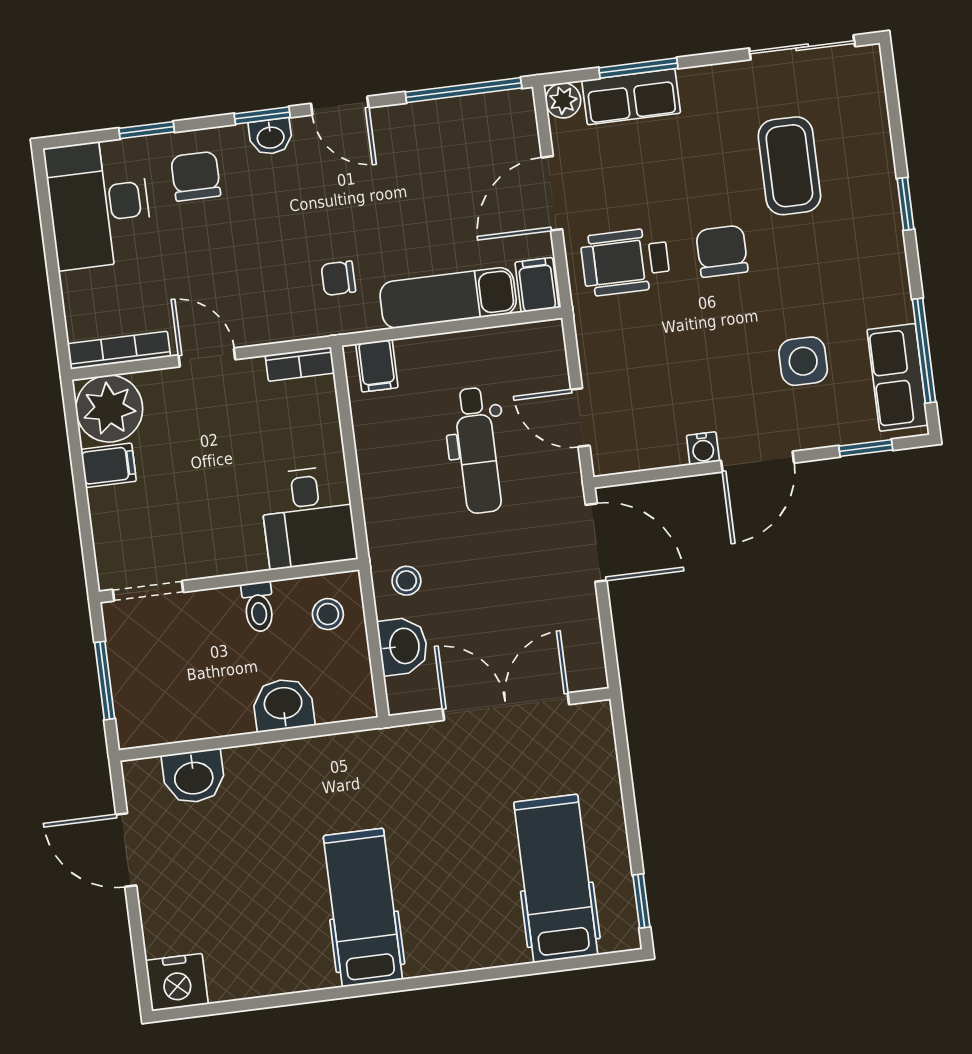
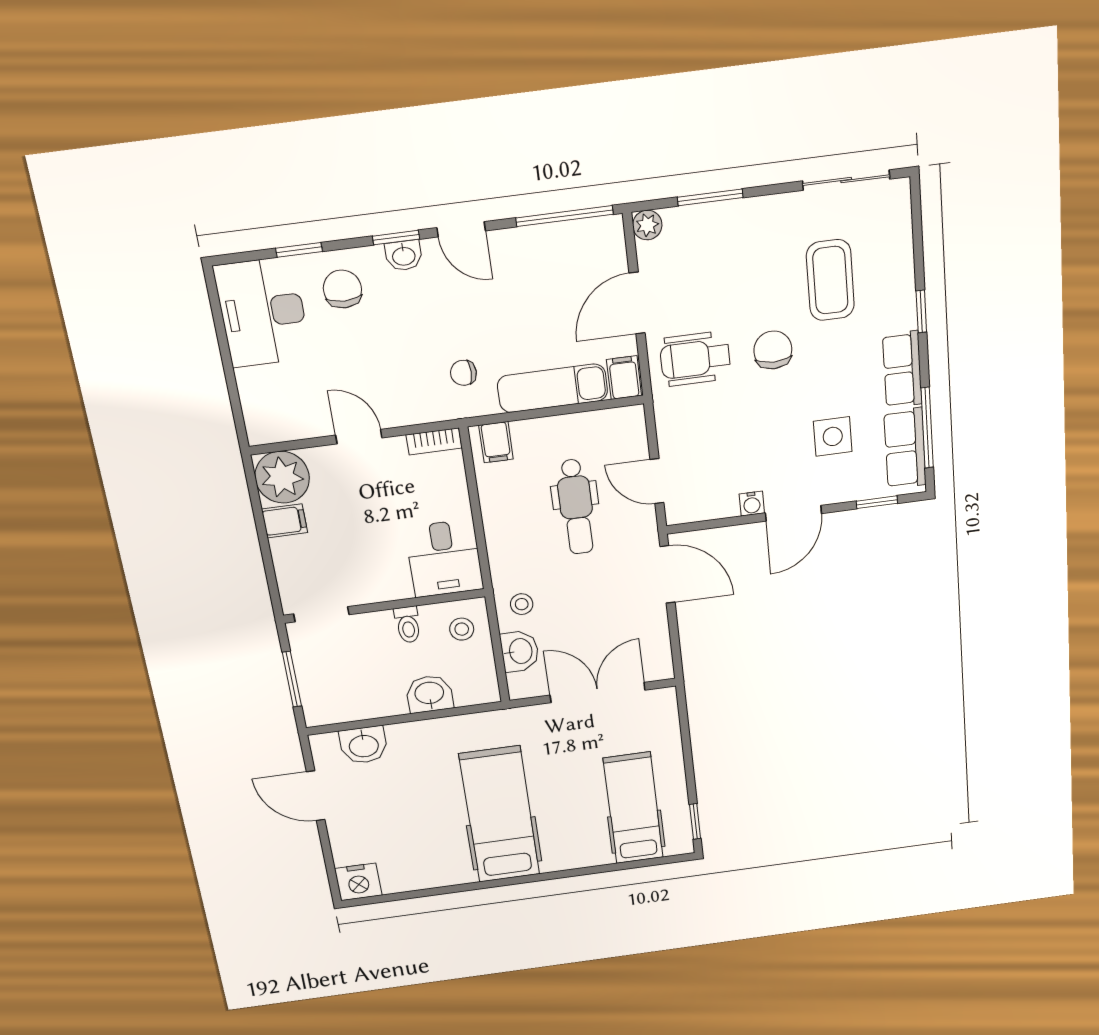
row of seats: (631, 97) -> (902, 370), moved, turned 90
bookcase: (119, 350) -> (287, 431), removed
hospital bed: (363, 908) -> (500, 815), width x1.37, depth x1.29

